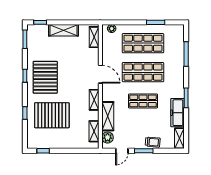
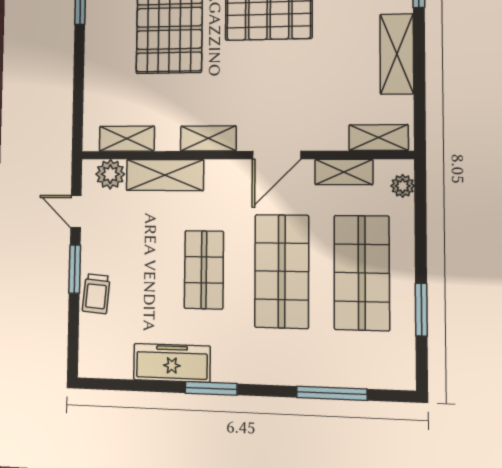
shelving: (179, 138) -> (344, 172), moved

